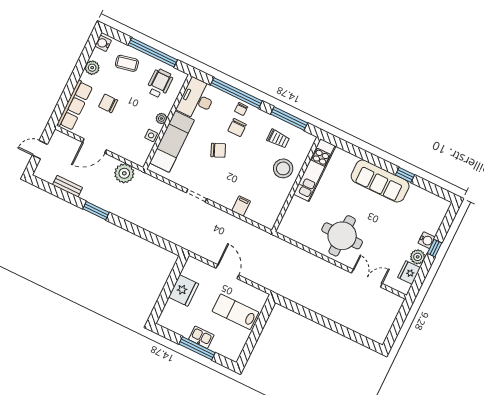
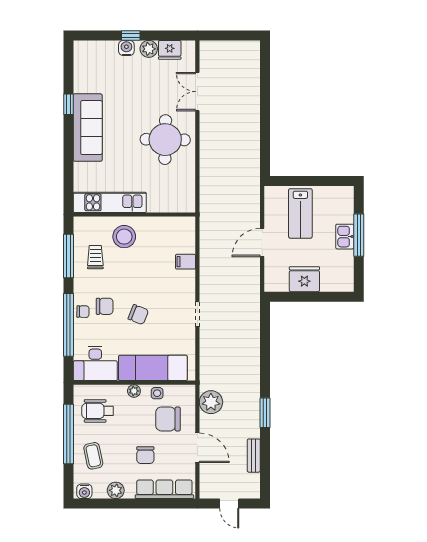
chair: (127, 134) -> (168, 419), added
chair: (218, 150) -> (138, 315), turned 135

